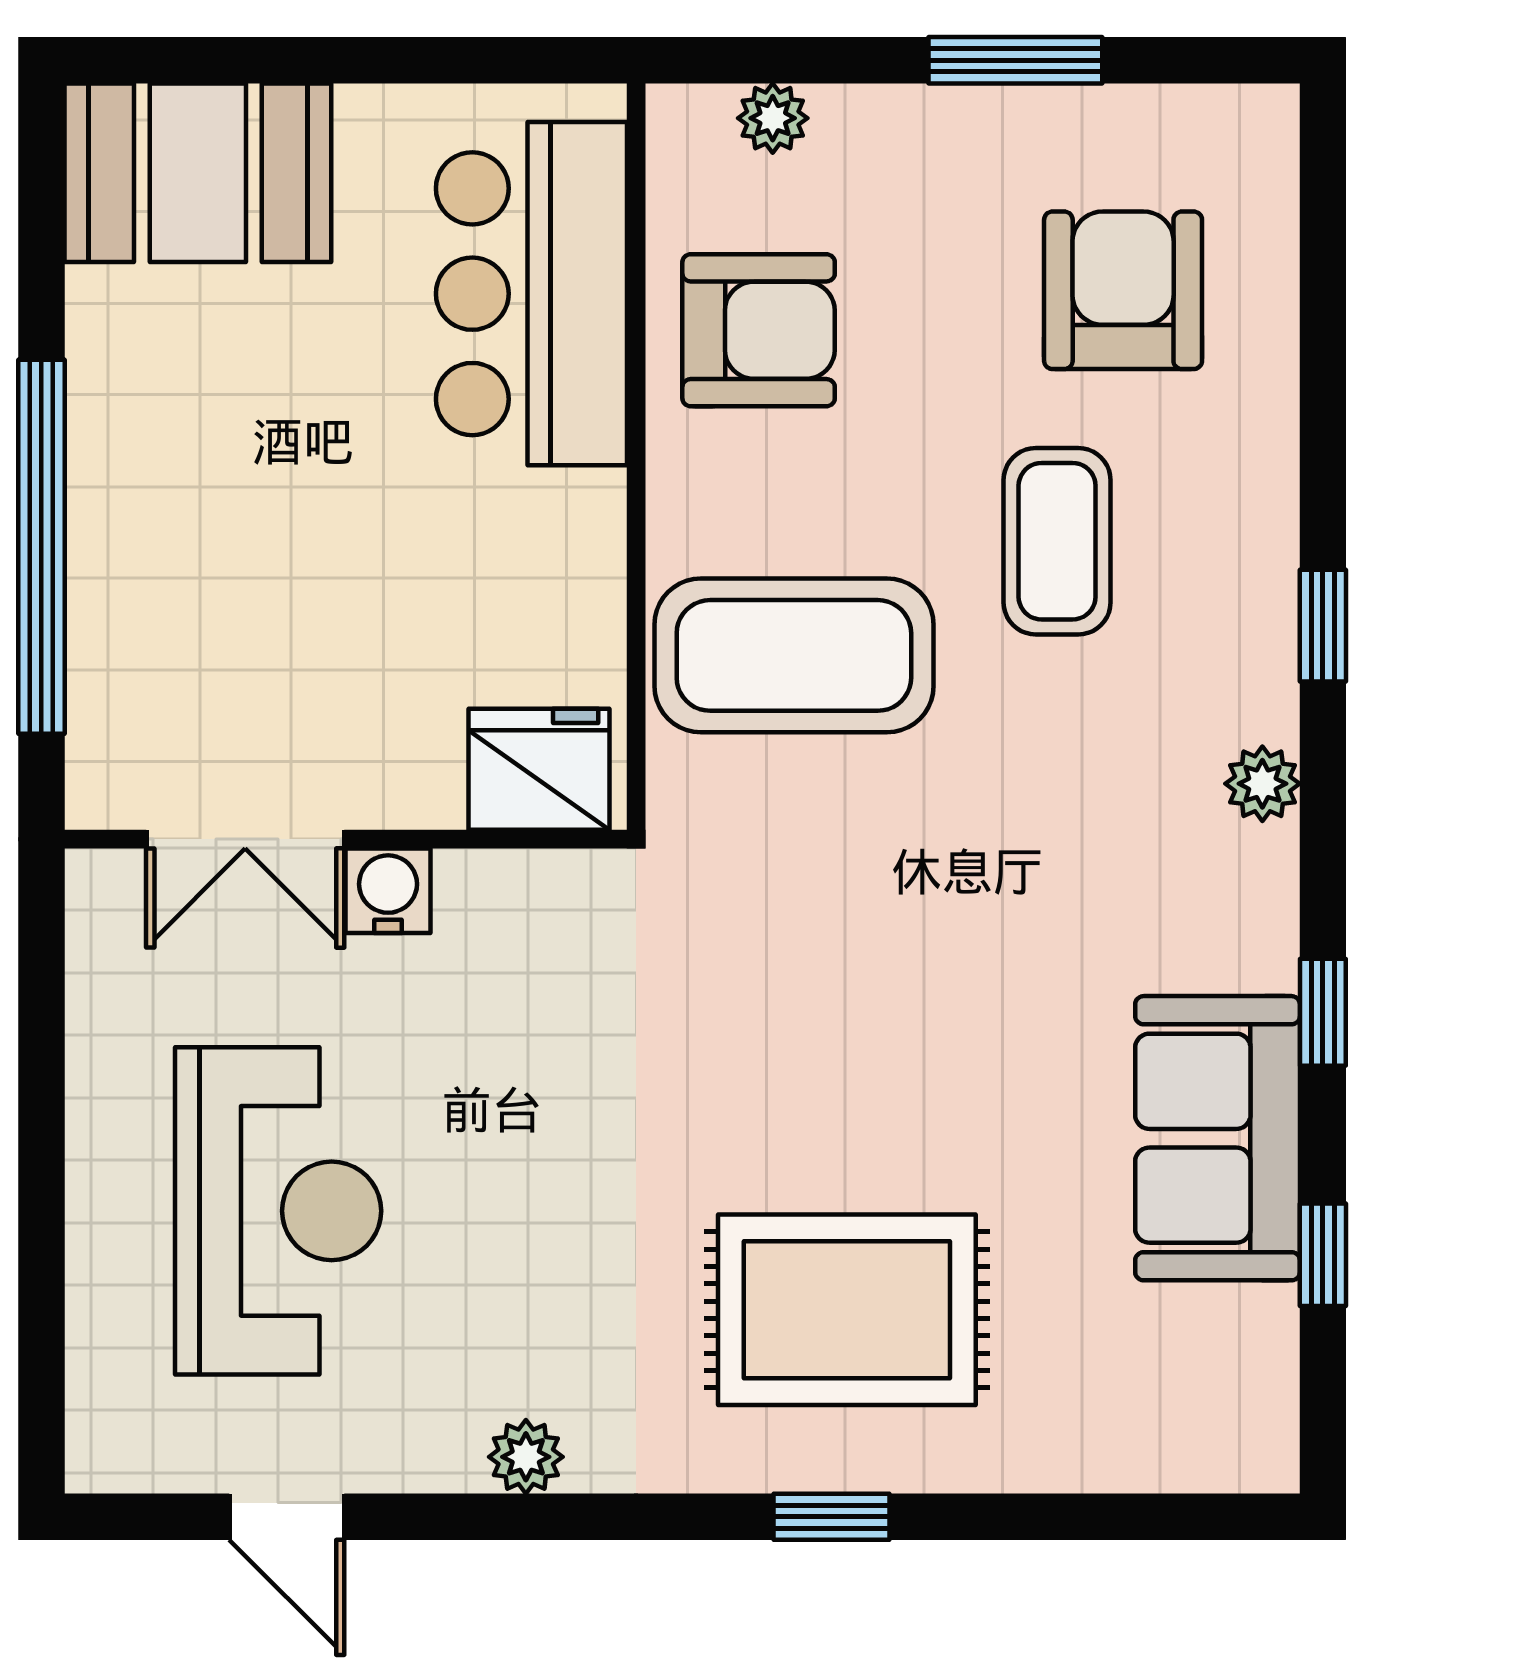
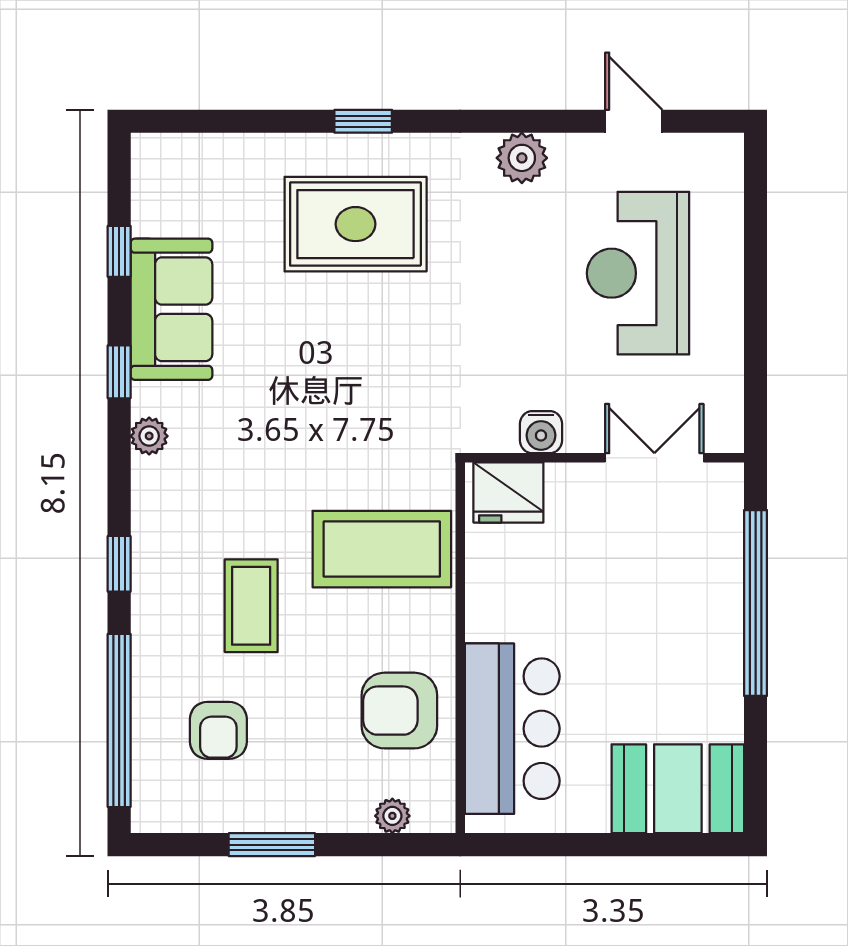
armchair: (1123, 290) -> (218, 730), width x0.72, depth x0.72
window: (1323, 310) -> (119, 720), added
plant: (1262, 784) -> (149, 436), moved
water cooler: (388, 891) -> (541, 432), moved
plant: (526, 1457) -> (522, 158), width x1.38, depth x1.38

